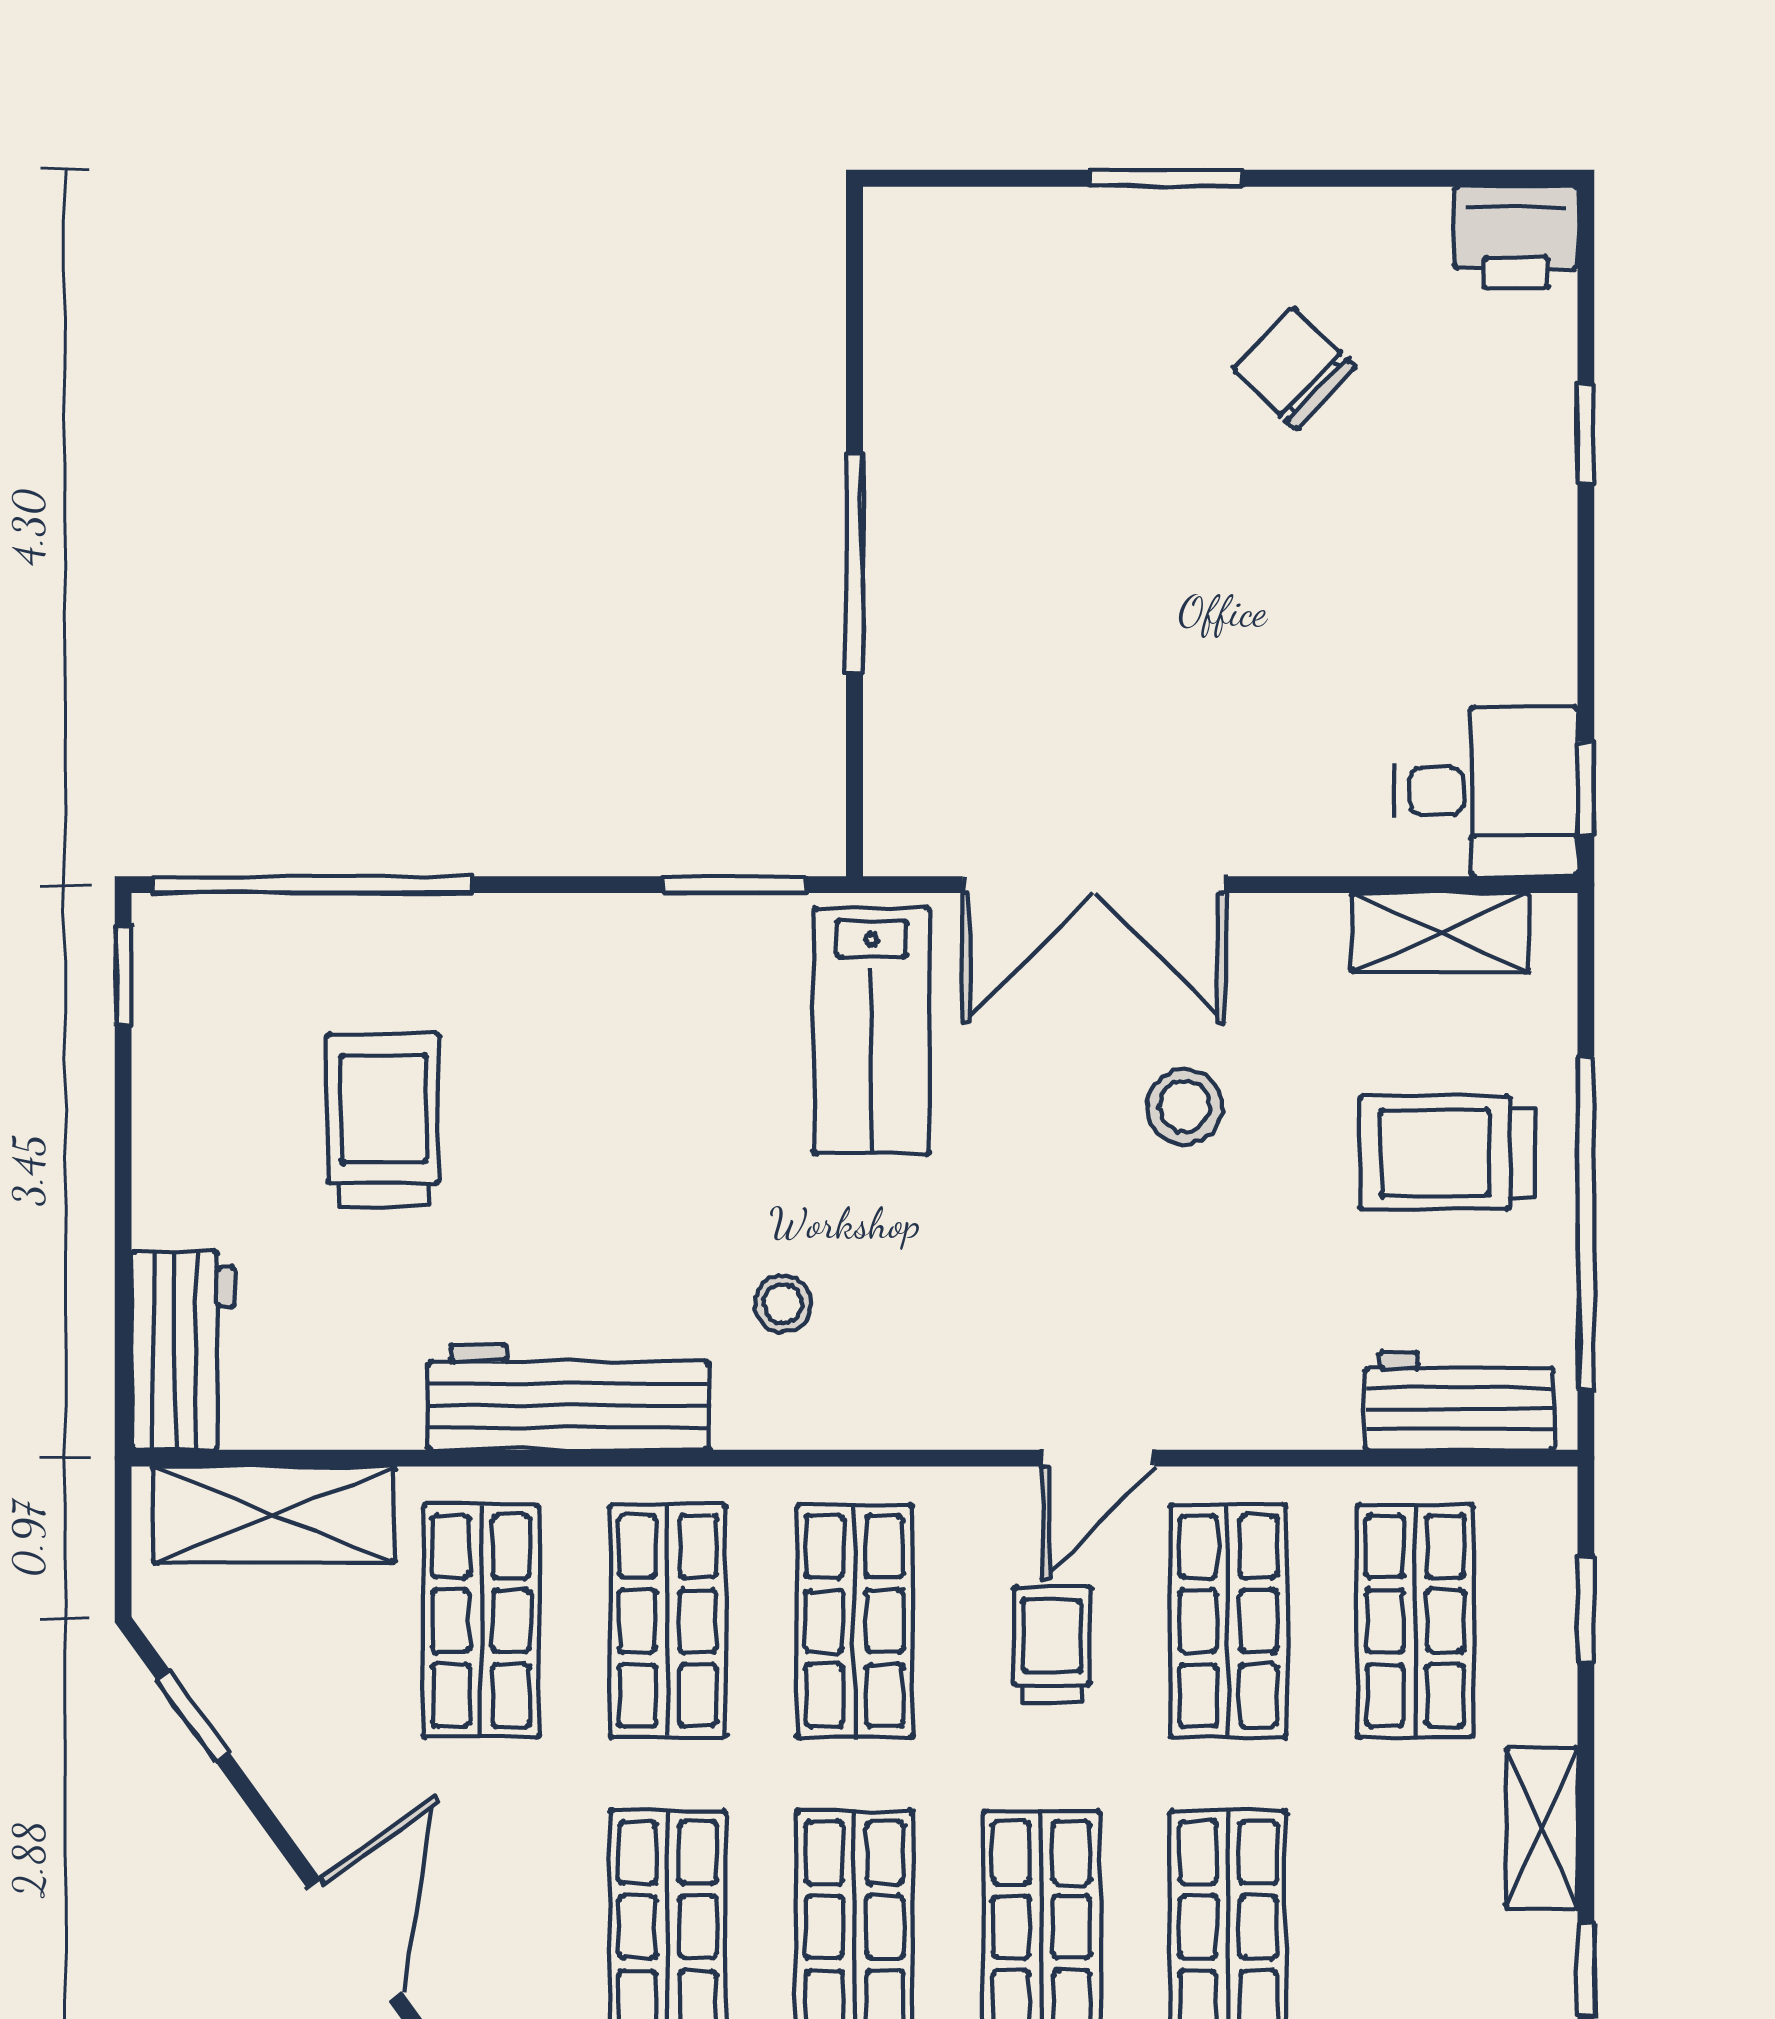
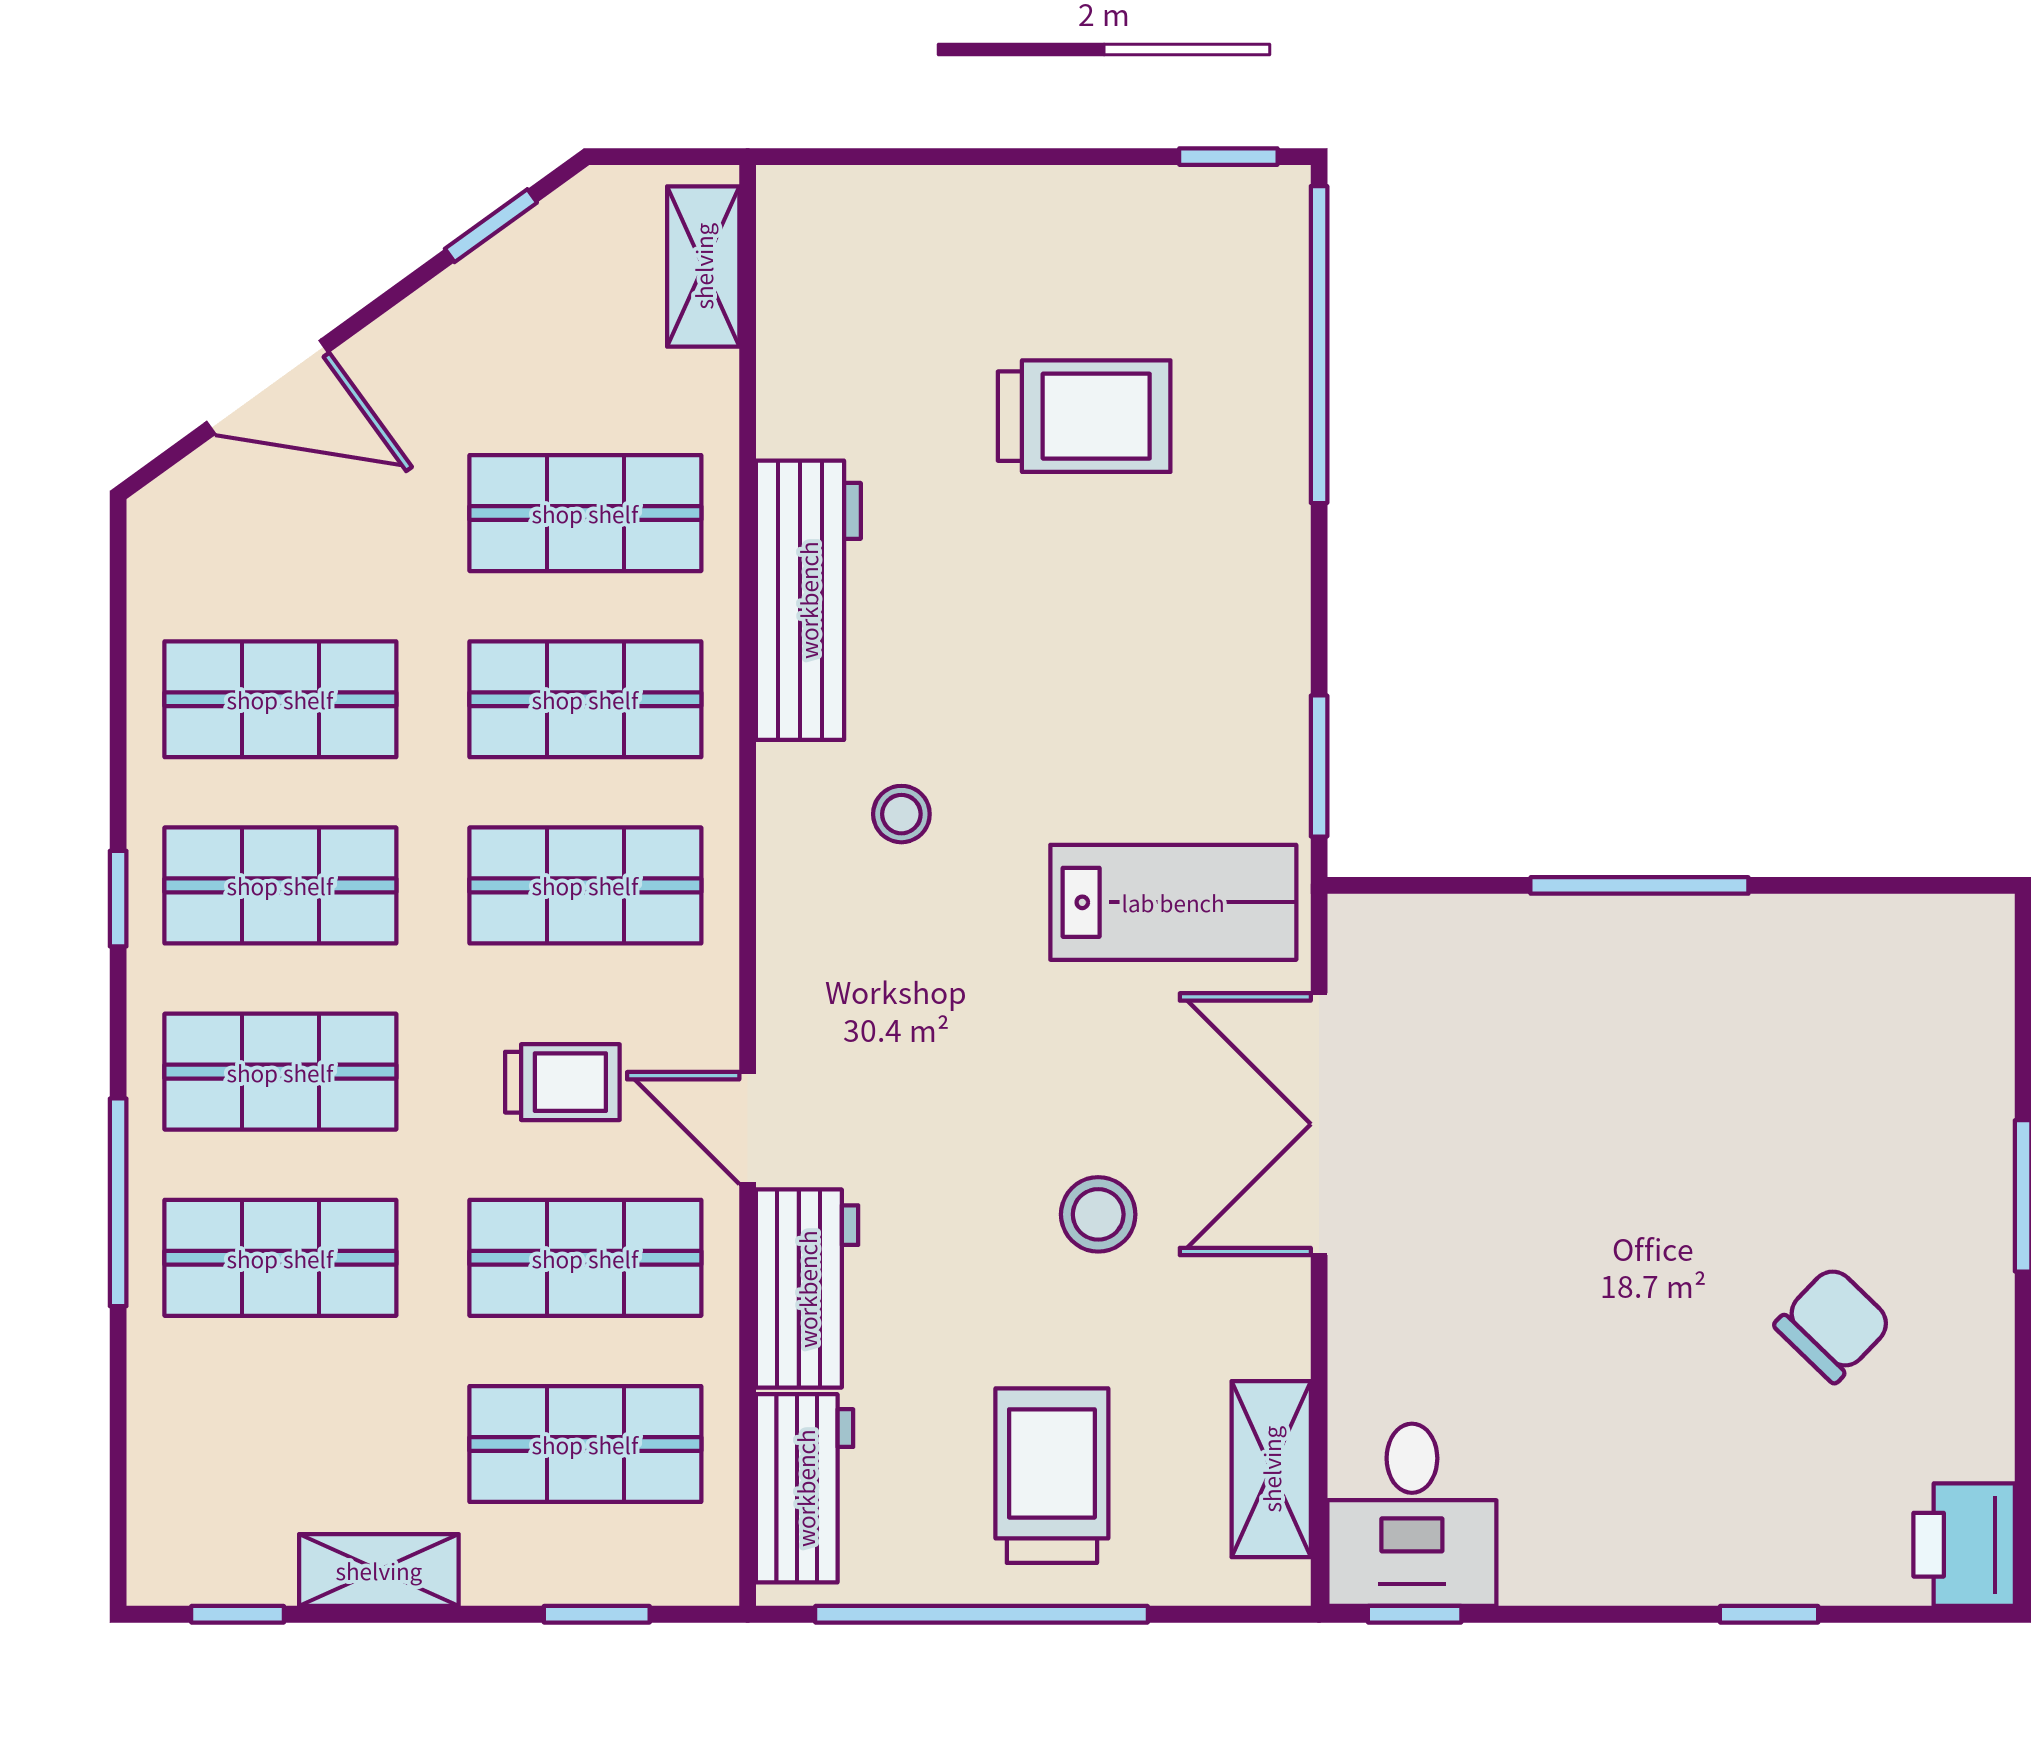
lab bench: (872, 1031) -> (1173, 902), turned 180
workbench: (183, 1350) -> (807, 1289), moved, turned -90
shelving: (274, 1515) -> (703, 266), width x0.67, depth x0.75

